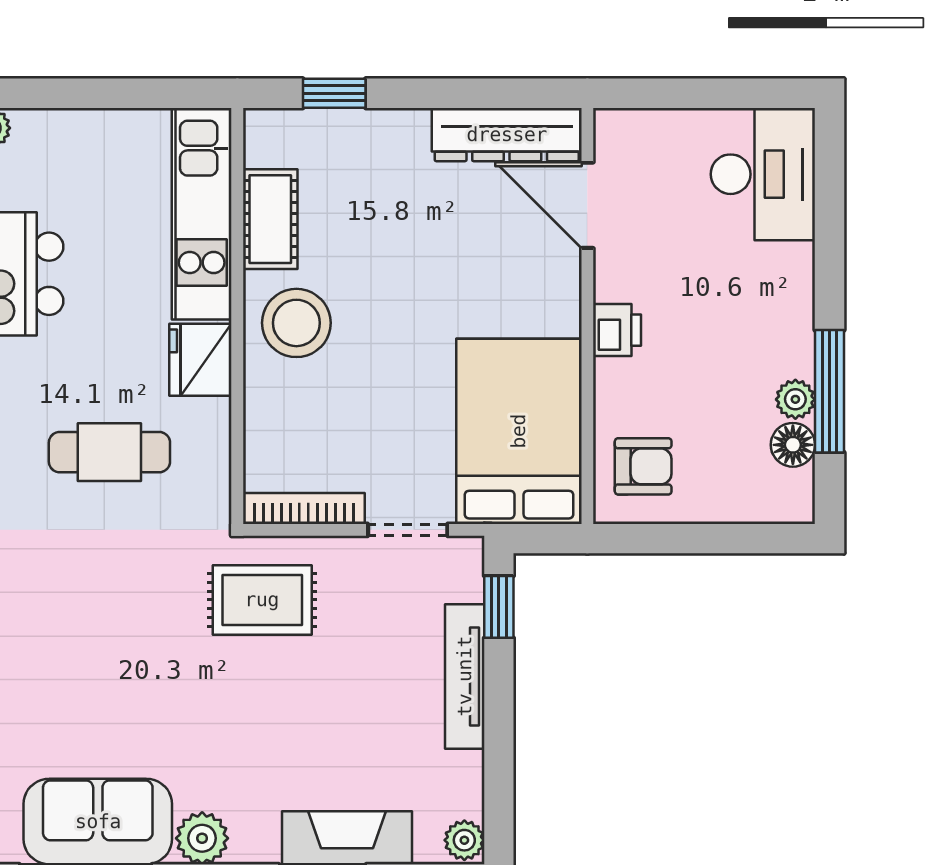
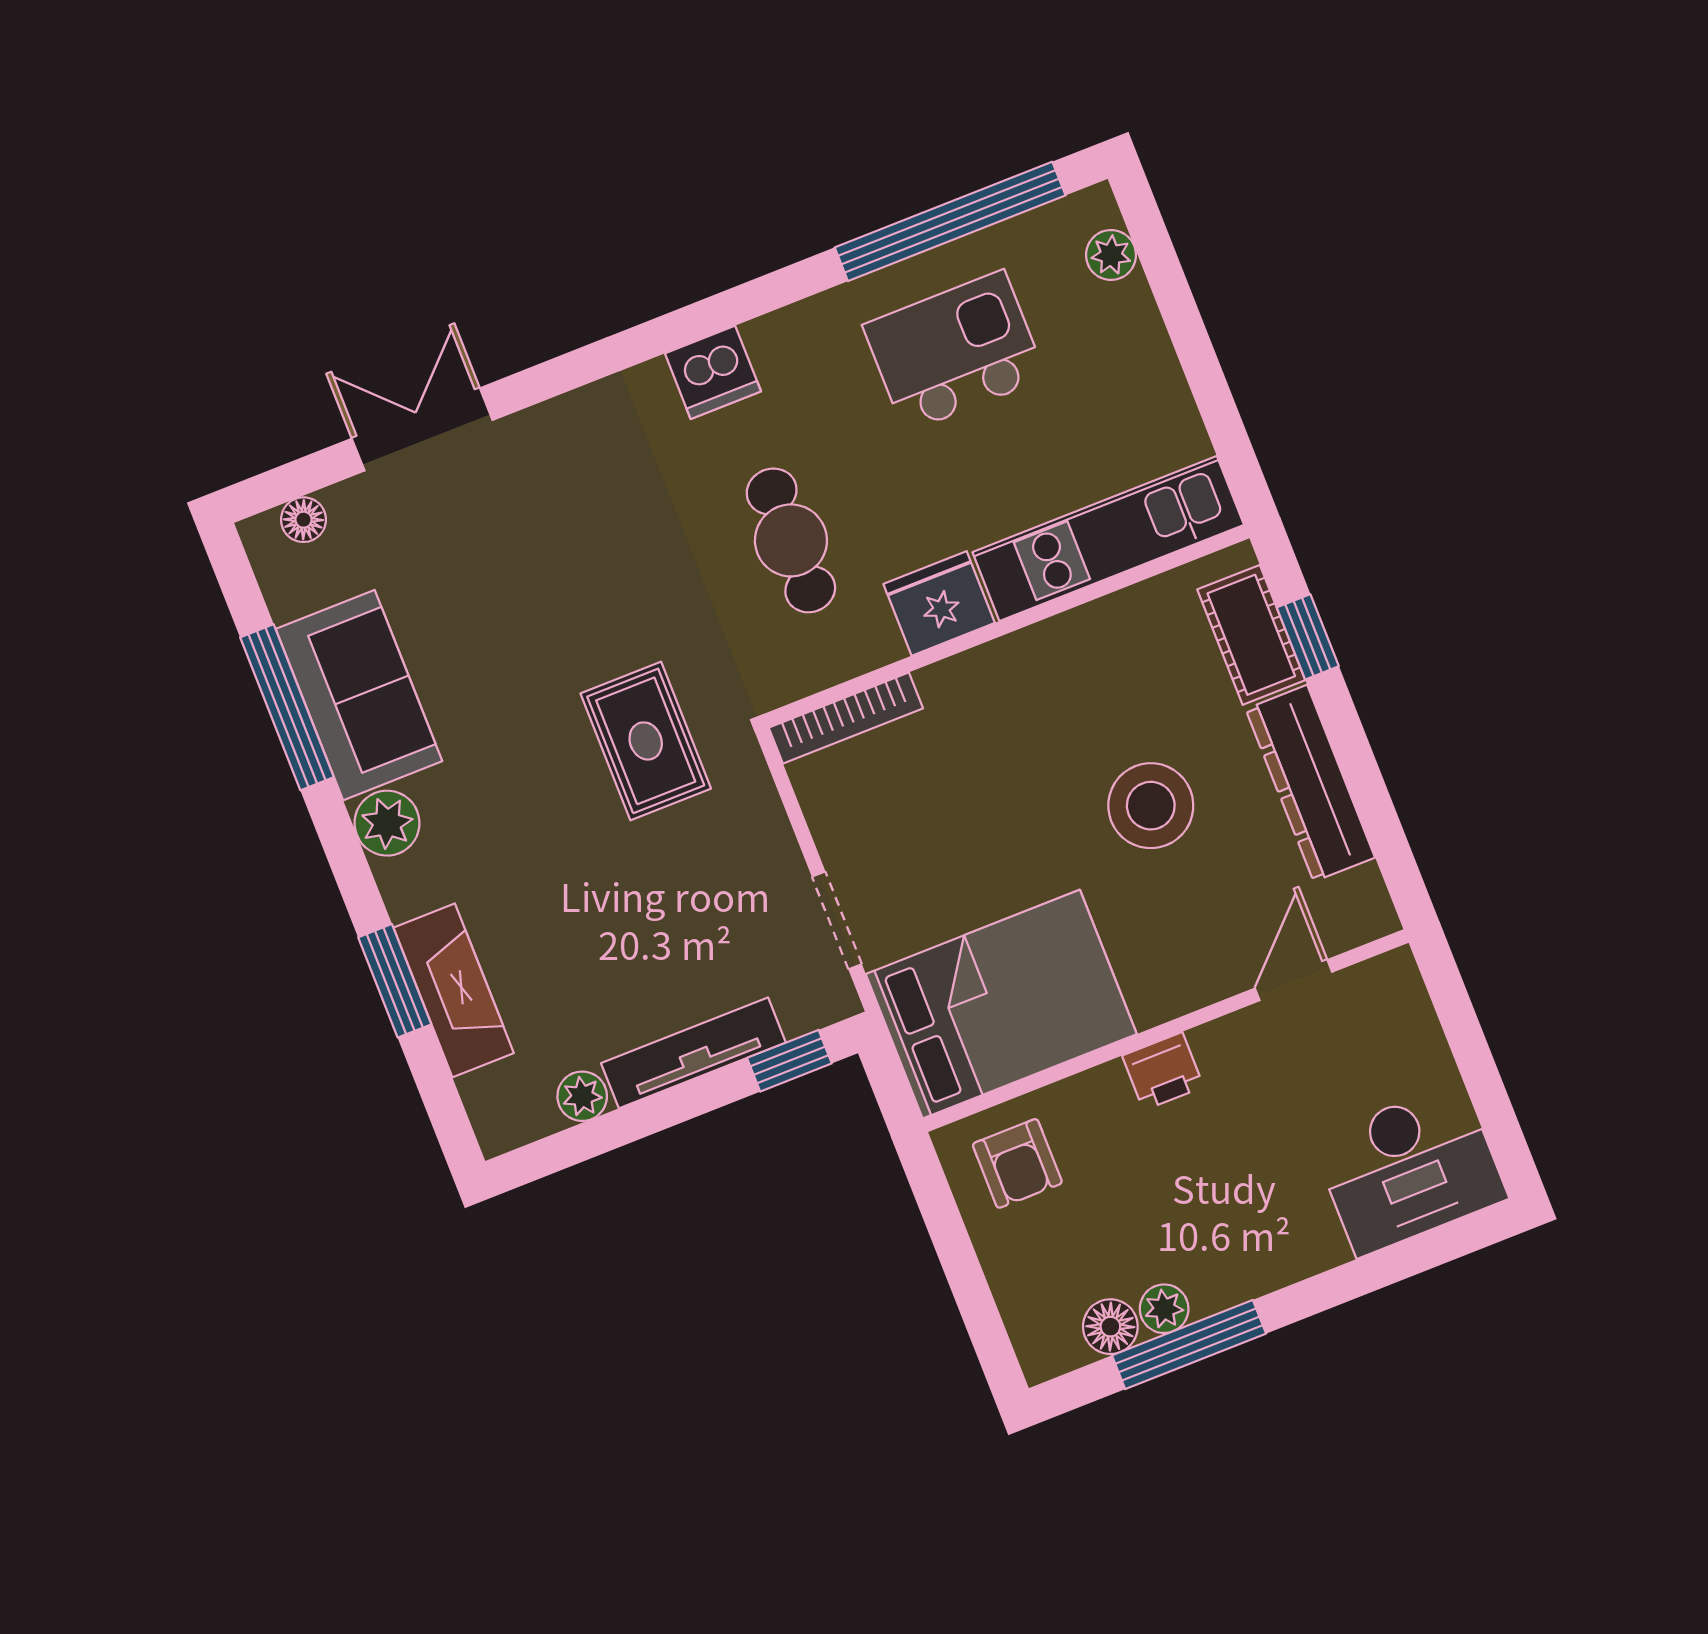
dresser: (507, 135) -> (1310, 783), moved
door: (587, 205) -> (1294, 980), width x0.73
cot: (270, 219) -> (1251, 635), moved, turned 90
stool: (296, 323) -> (1151, 806), moved
bookcase: (304, 509) -> (846, 718), moved, turned 90
rug: (262, 600) -> (646, 741), moved
plant: (464, 840) -> (582, 1096), moved

